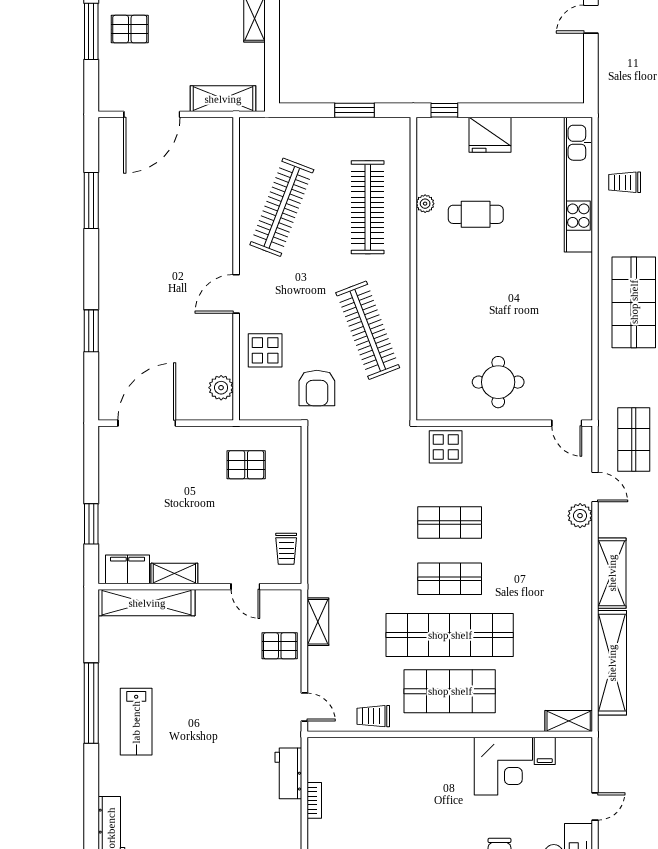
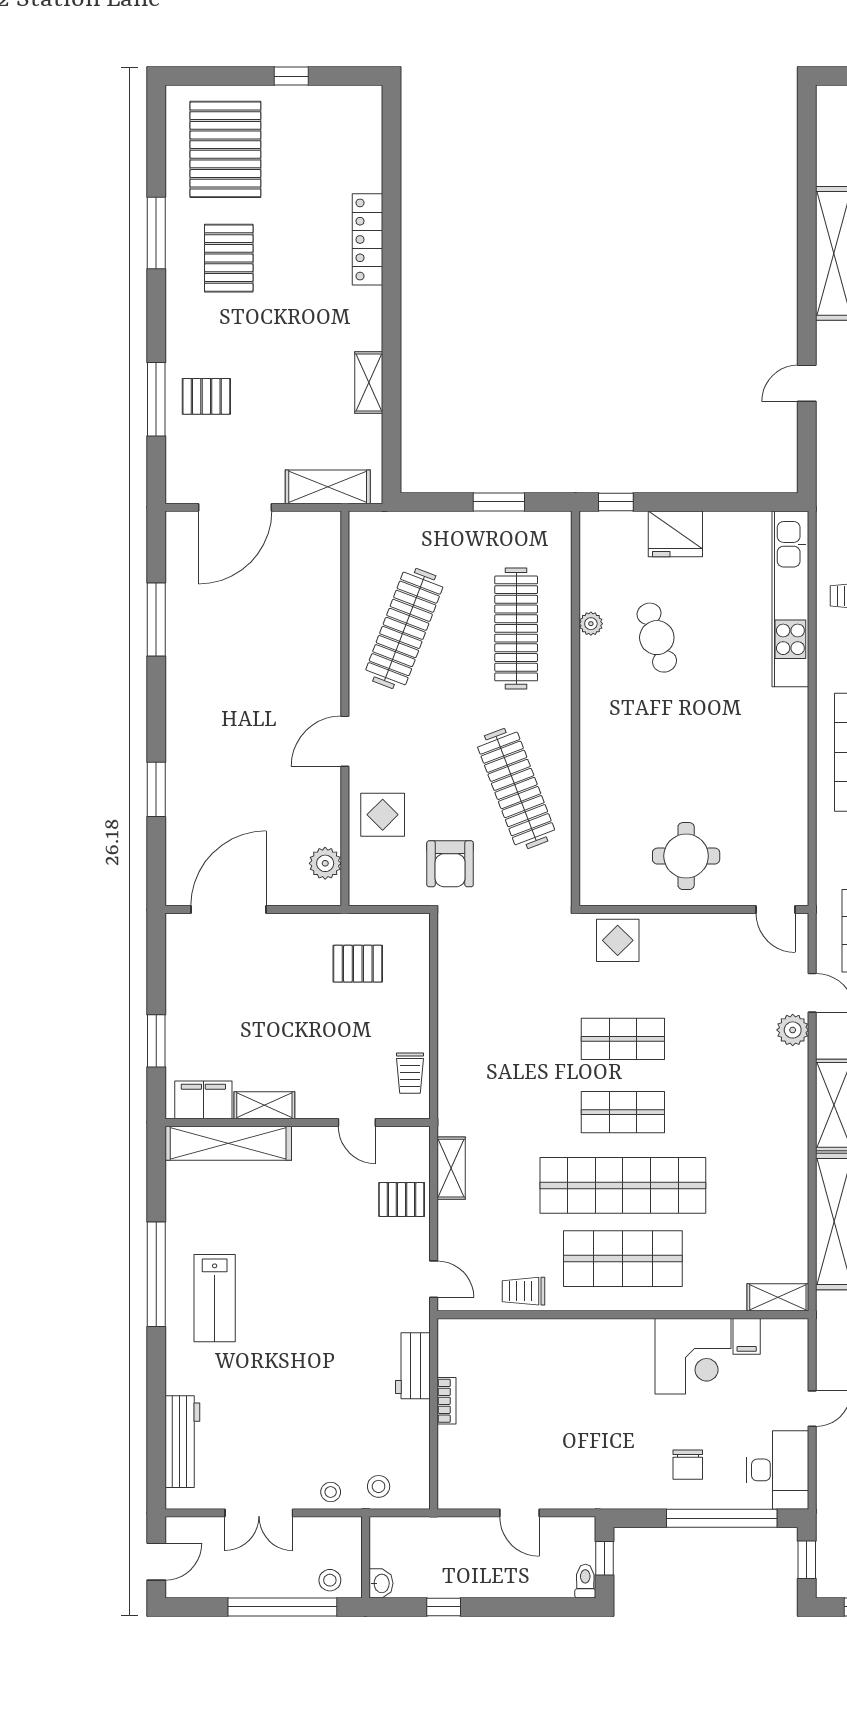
cafe table: (476, 214) -> (657, 638), turned 72

